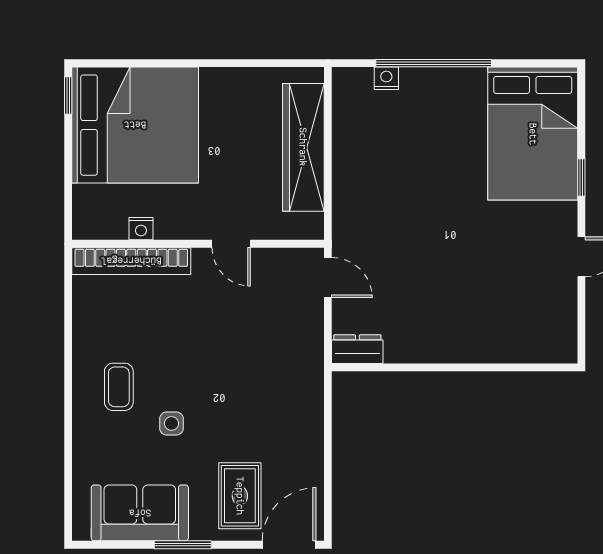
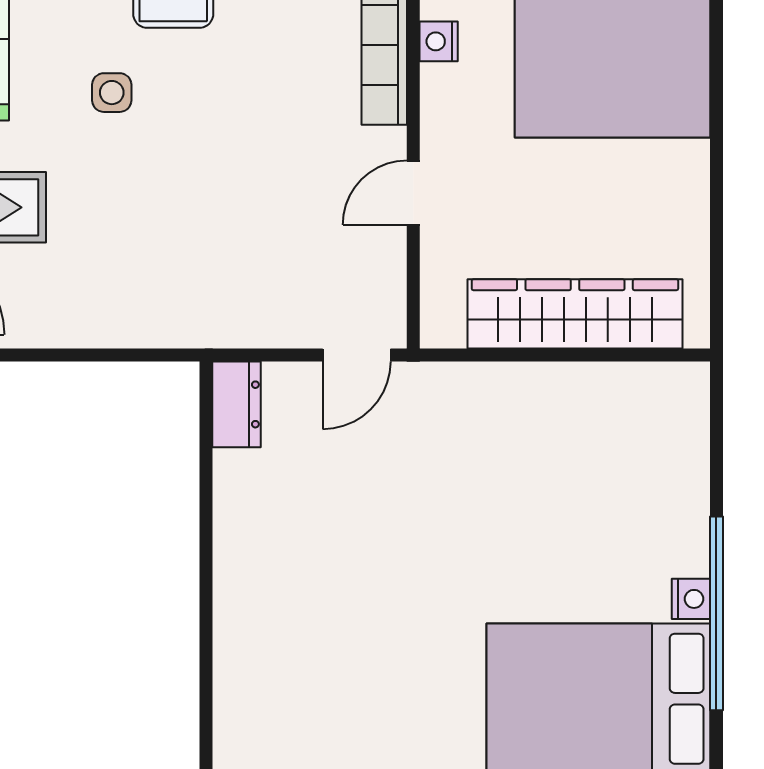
window: (434, 63) -> (716, 613), moved
nightstand: (386, 78) -> (691, 599), moved

